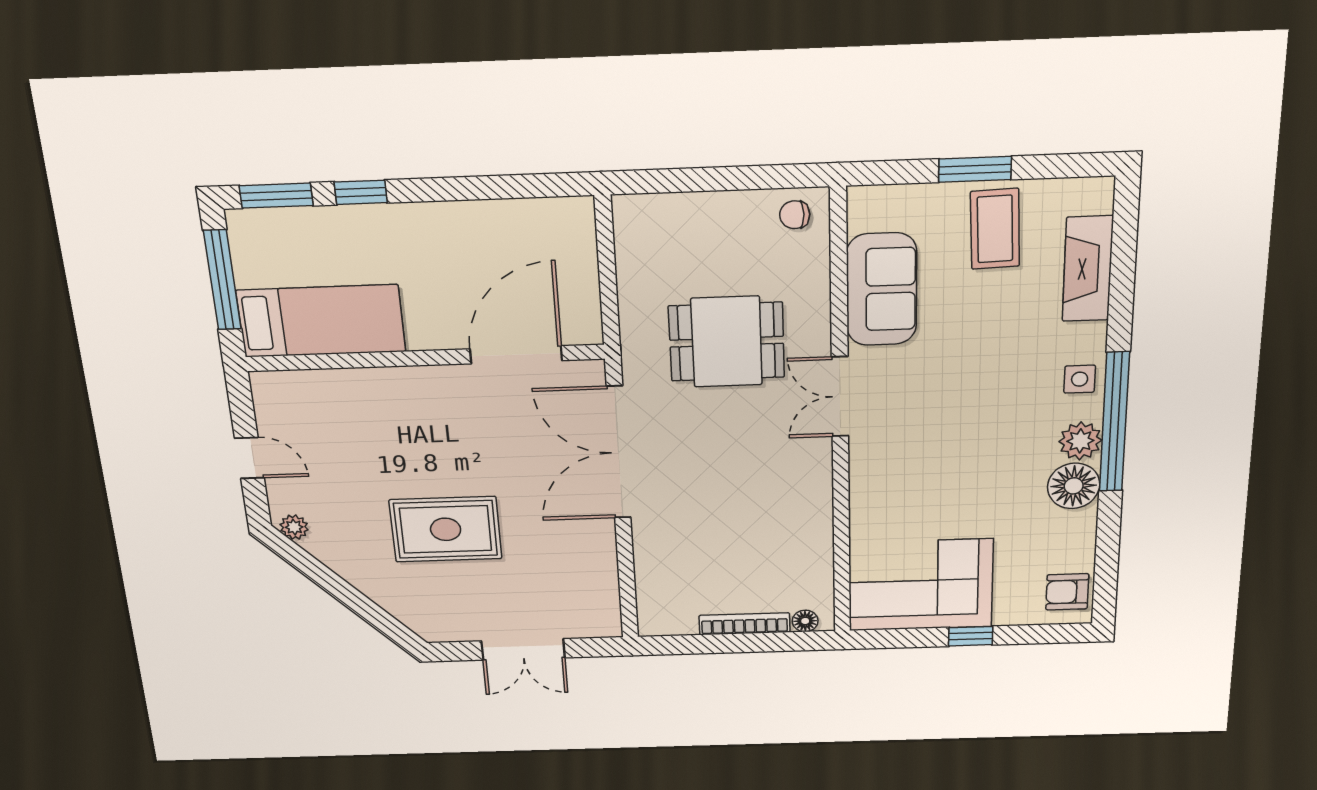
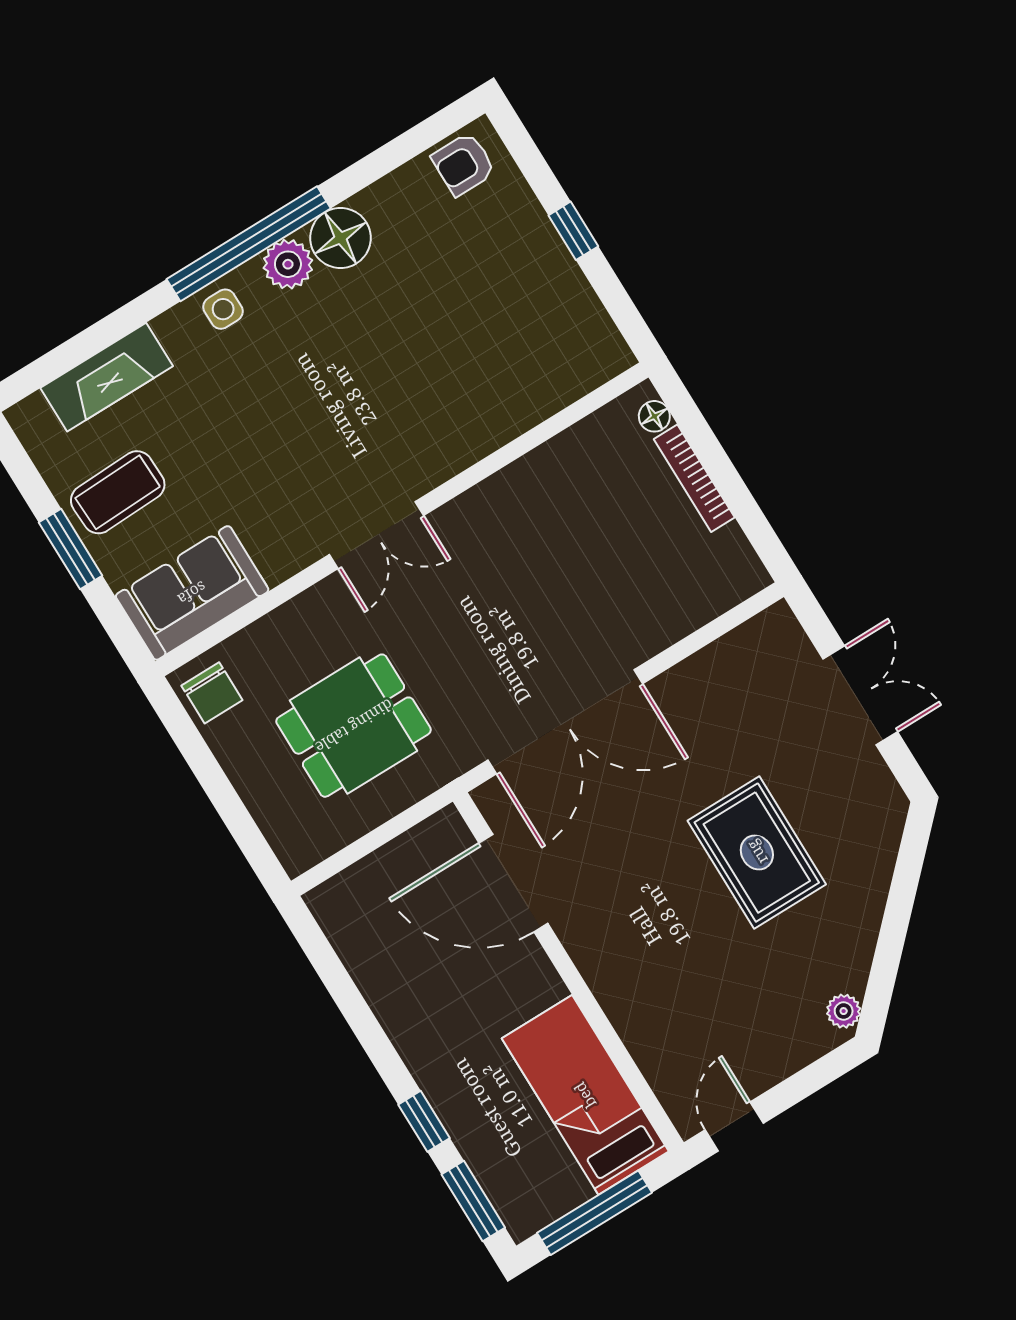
chair: (795, 215) -> (212, 693), width x1.37, depth x1.37
sofa: (882, 289) -> (192, 593), moved
dining table: (727, 342) -> (354, 726), moved, turned 90
door: (249, 458) -> (734, 1127), moved
corner sofa: (921, 585) -> (542, 322), removed
armchair: (1067, 592) -> (463, 164), turned 90

